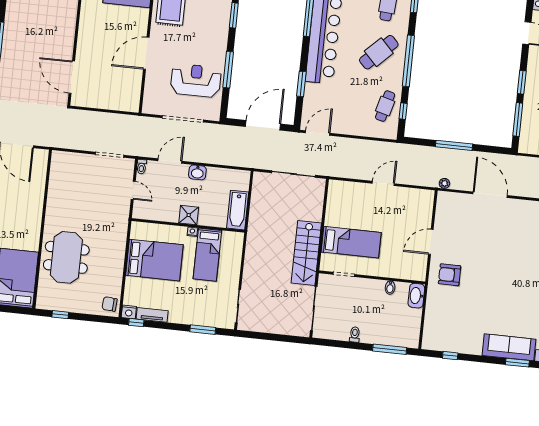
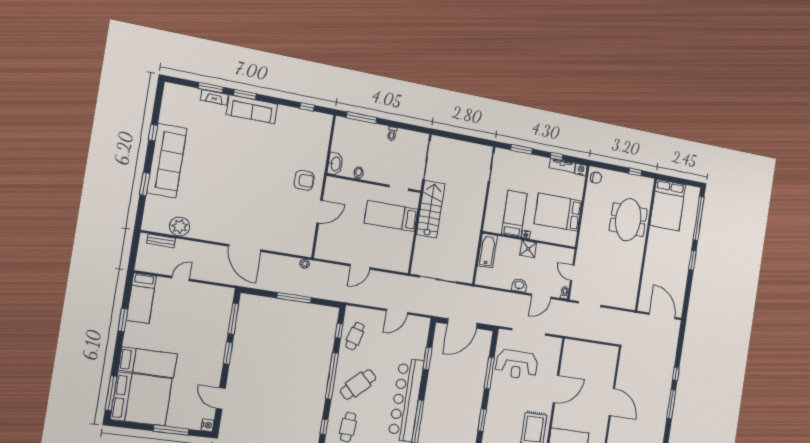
door: (72, 77) -> (612, 402), moved
door: (318, 133) -> (397, 312), moved
door: (490, 195) -> (245, 248), moved
window: (136, 323) -> (557, 156), moved

